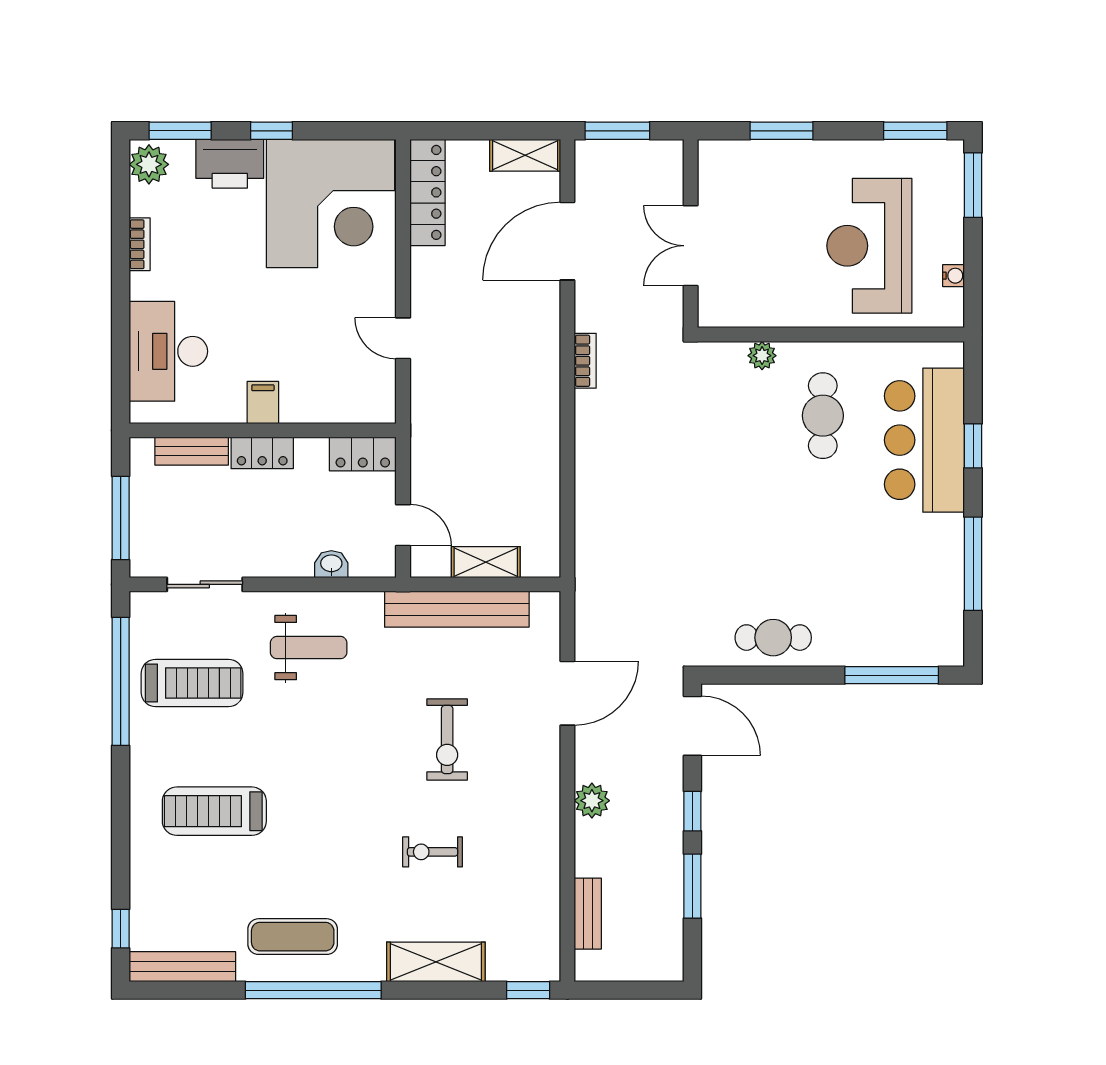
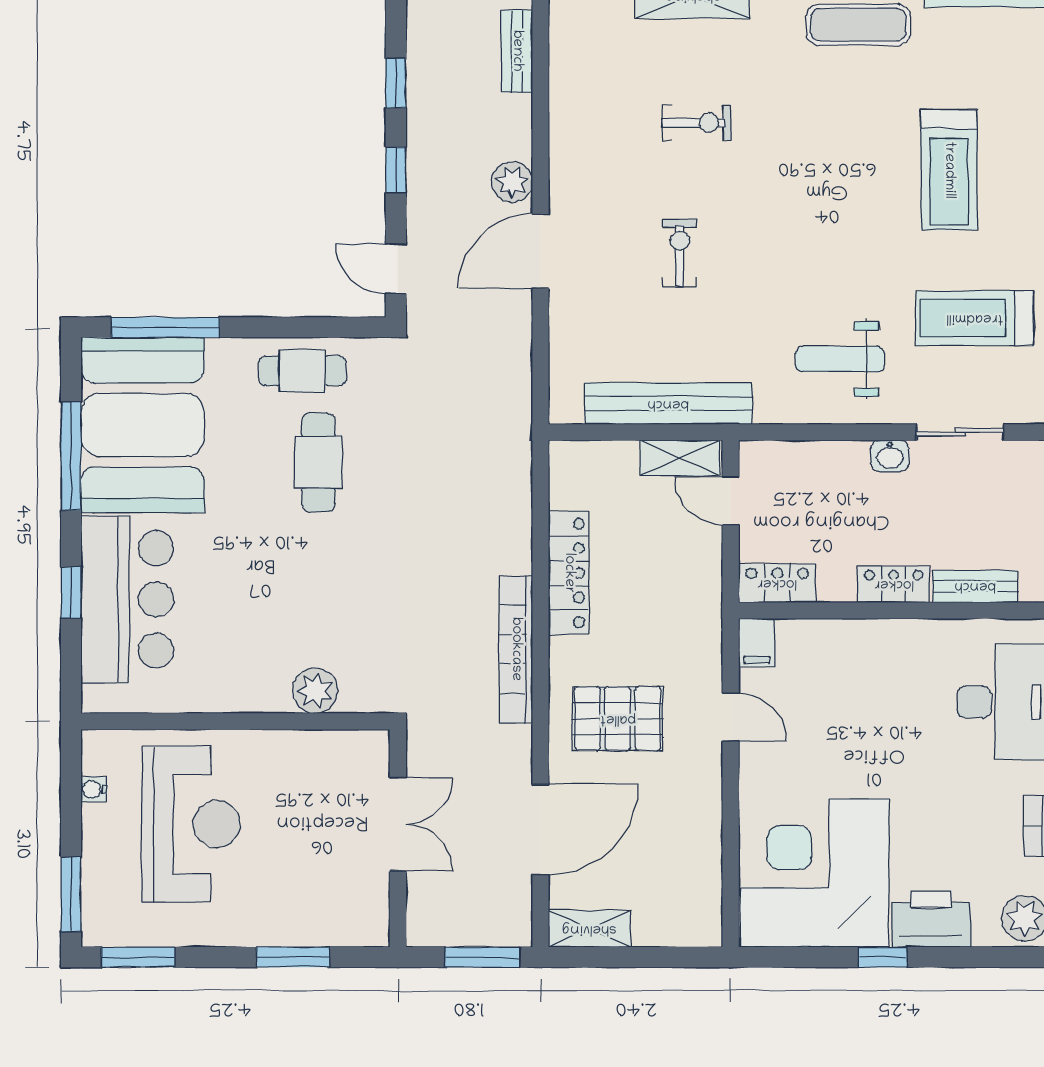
window: (180, 131) -> (989, 957), removed
locker: (427, 192) -> (569, 573), moved, turned 180
pallet: (501, 337) -> (618, 719), added
plant: (762, 356) -> (315, 691), width x1.38, depth x1.38
bookcase: (585, 361) -> (516, 649), width x2.31, depth x1.31
filing cabinet: (263, 402) -> (757, 643), moved
cafe table: (823, 416) -> (318, 462), moved
shelving: (486, 562) -> (680, 458), moved
washbasin: (331, 564) -> (890, 456), moved
booth: (911, 591) -> (143, 425), added
door: (567, 693) -> (540, 251), moved
door: (692, 726) -> (396, 269), width x0.73
exercise bike: (447, 739) -> (680, 253), width x0.73, depth x0.72
treadmill: (214, 811) -> (949, 170), turned 90
window: (692, 886) -> (396, 83), width x0.67

